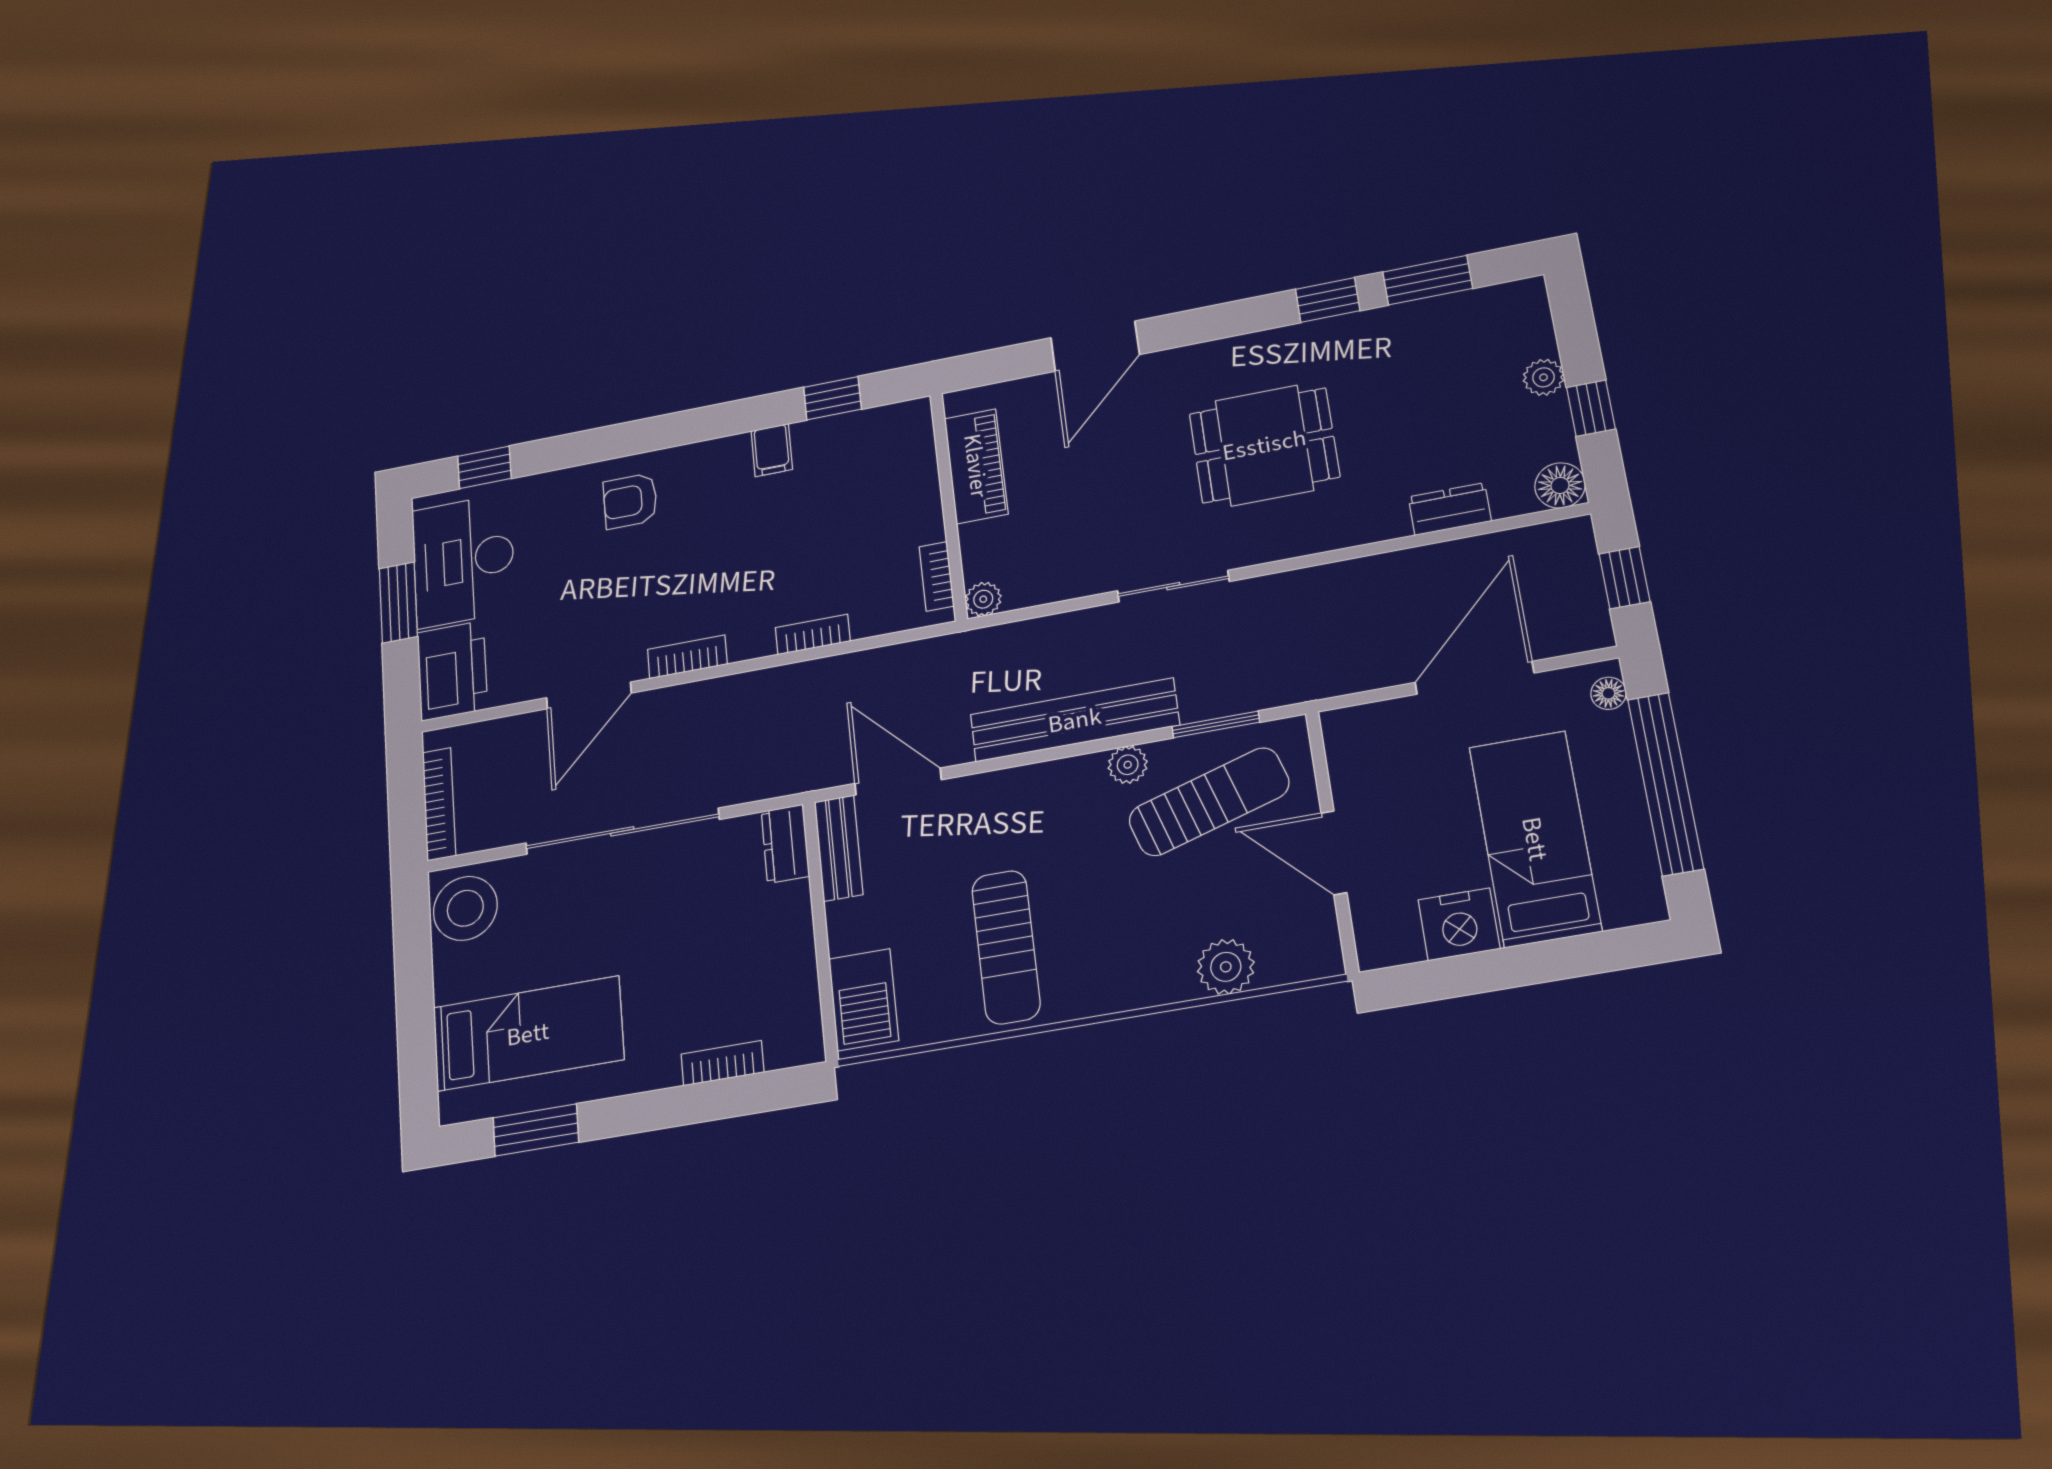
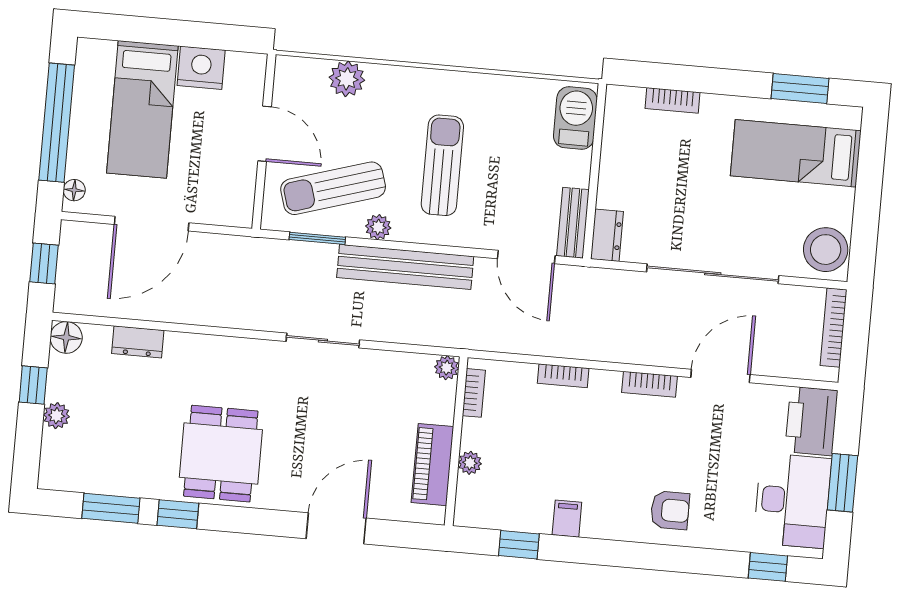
dining table: (1264, 445) -> (221, 454), moved, turned 90
plant: (923, 483) -> (470, 463), added
sun lounger: (1006, 947) -> (442, 165), moved

